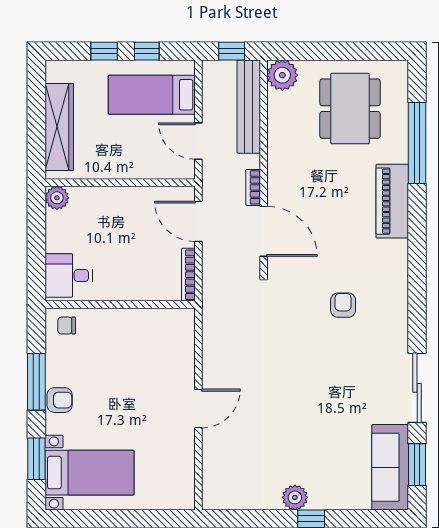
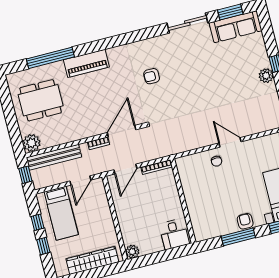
chair: (67, 326) -> (217, 161), moved

